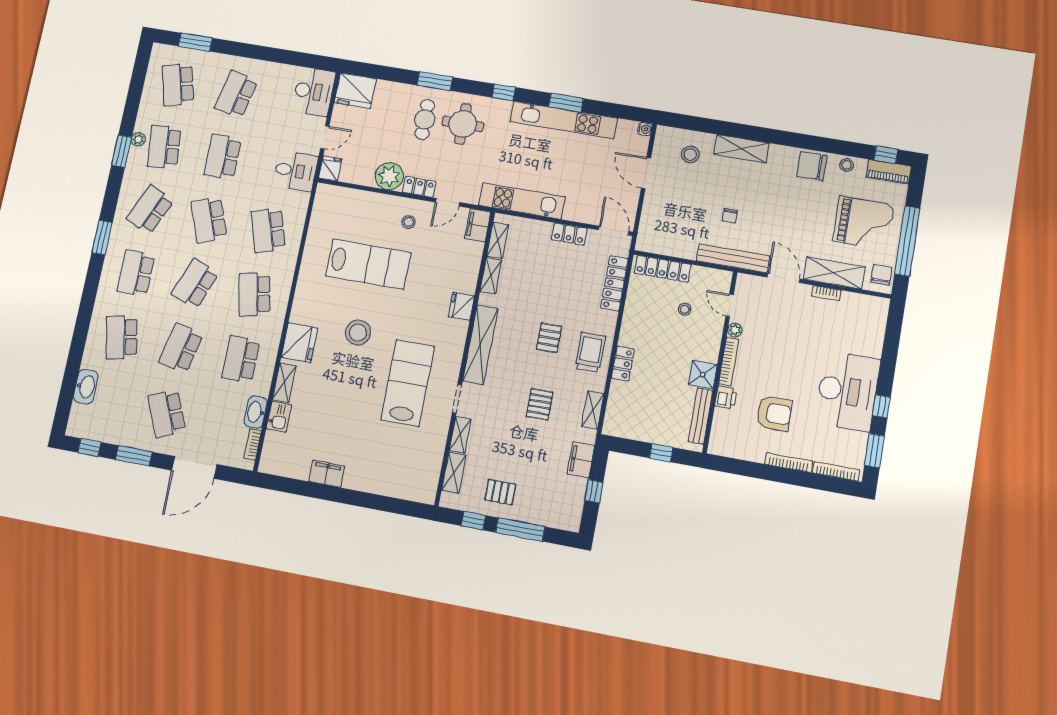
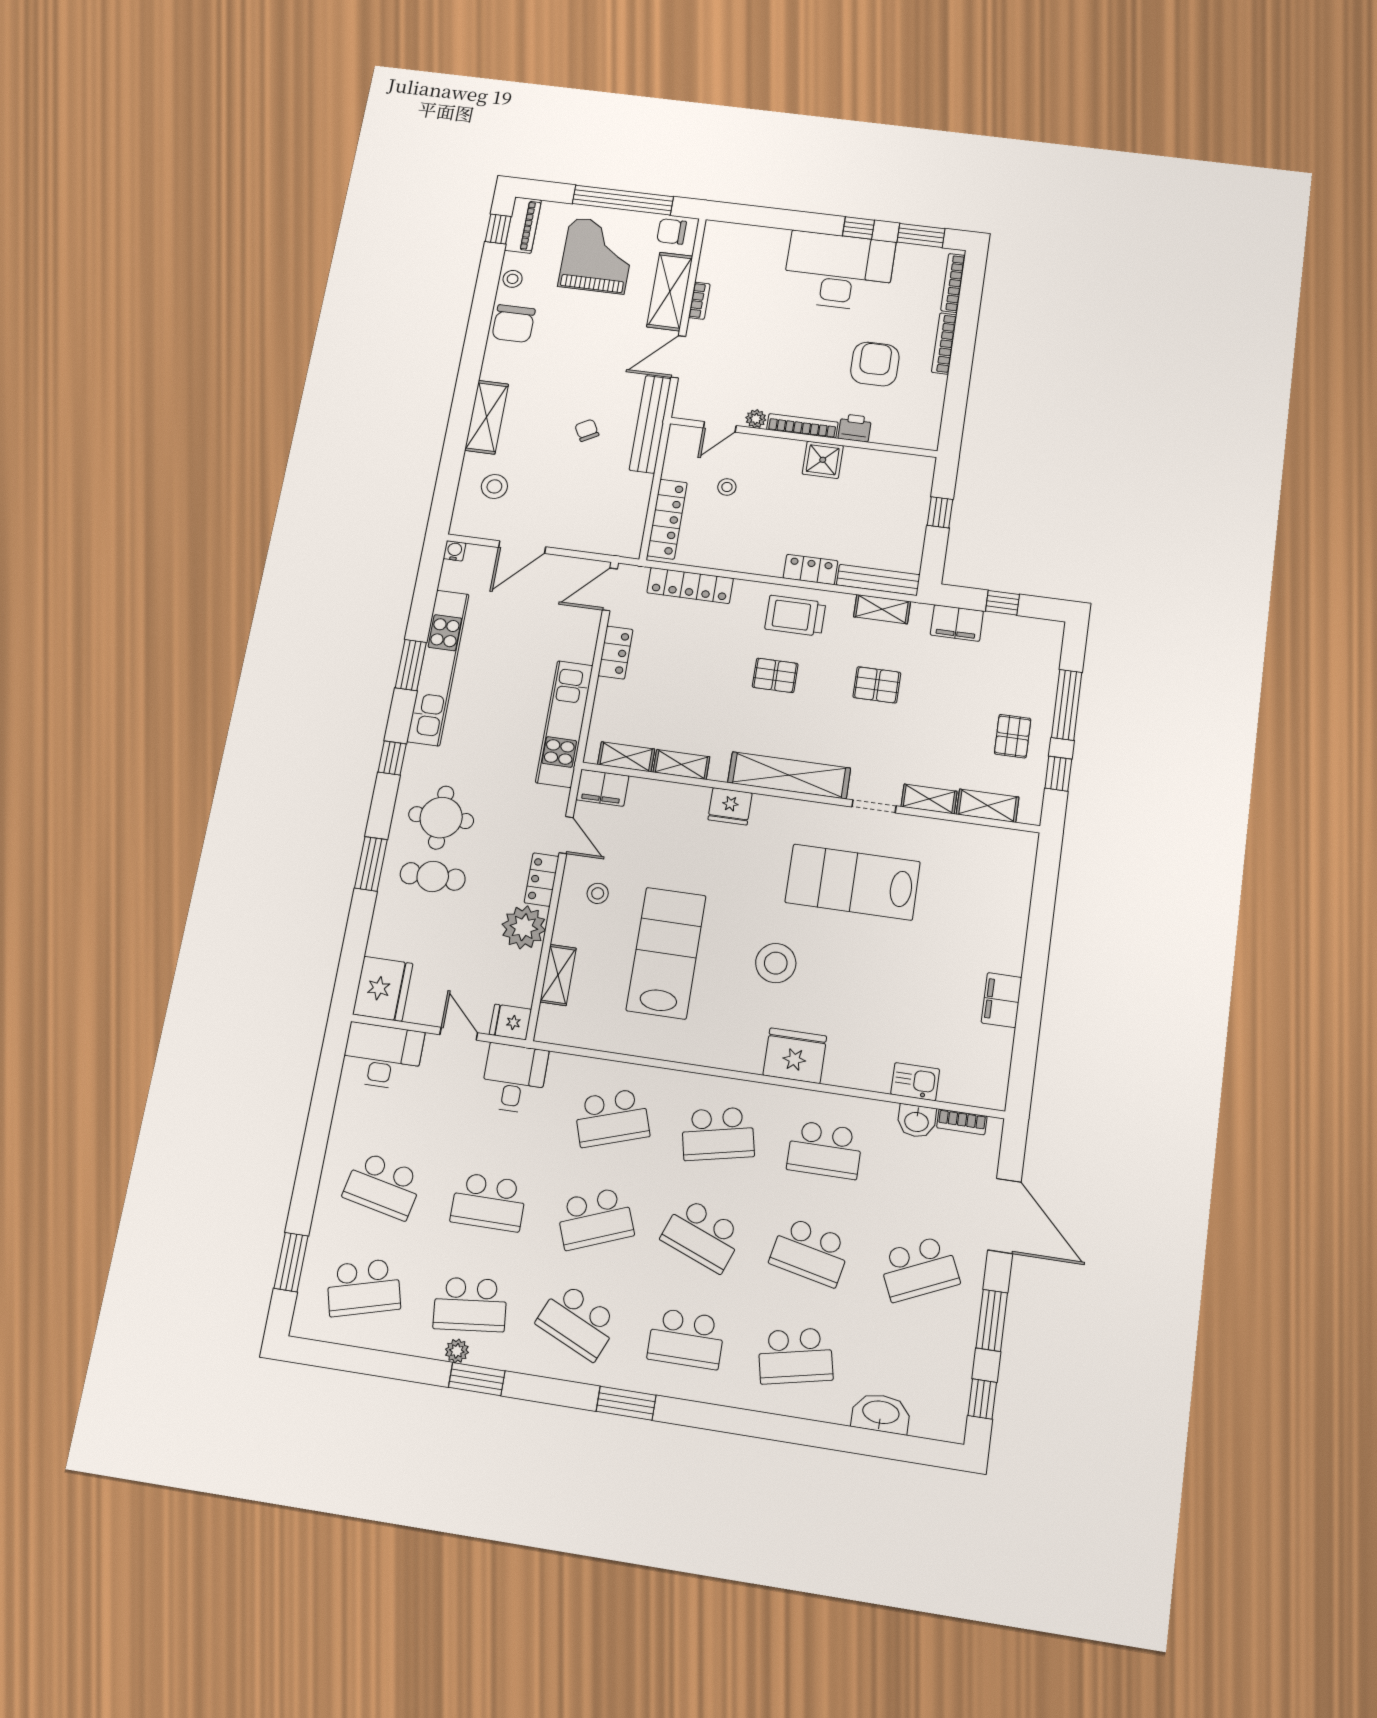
chair: (730, 216) -> (587, 430), turned -119
shelving: (284, 383) -> (558, 975), moved, turned 90
washbasin: (256, 412) -> (917, 1121), width x0.72
bench: (700, 416) -> (878, 580), moved

